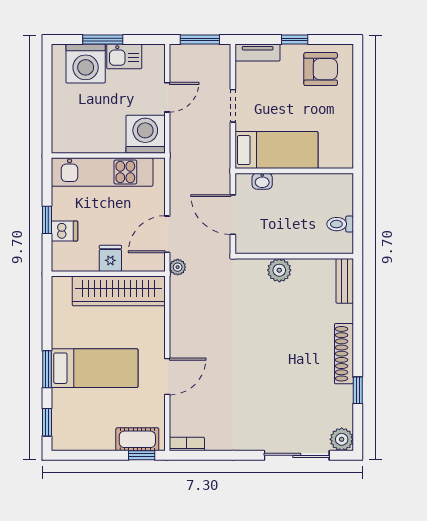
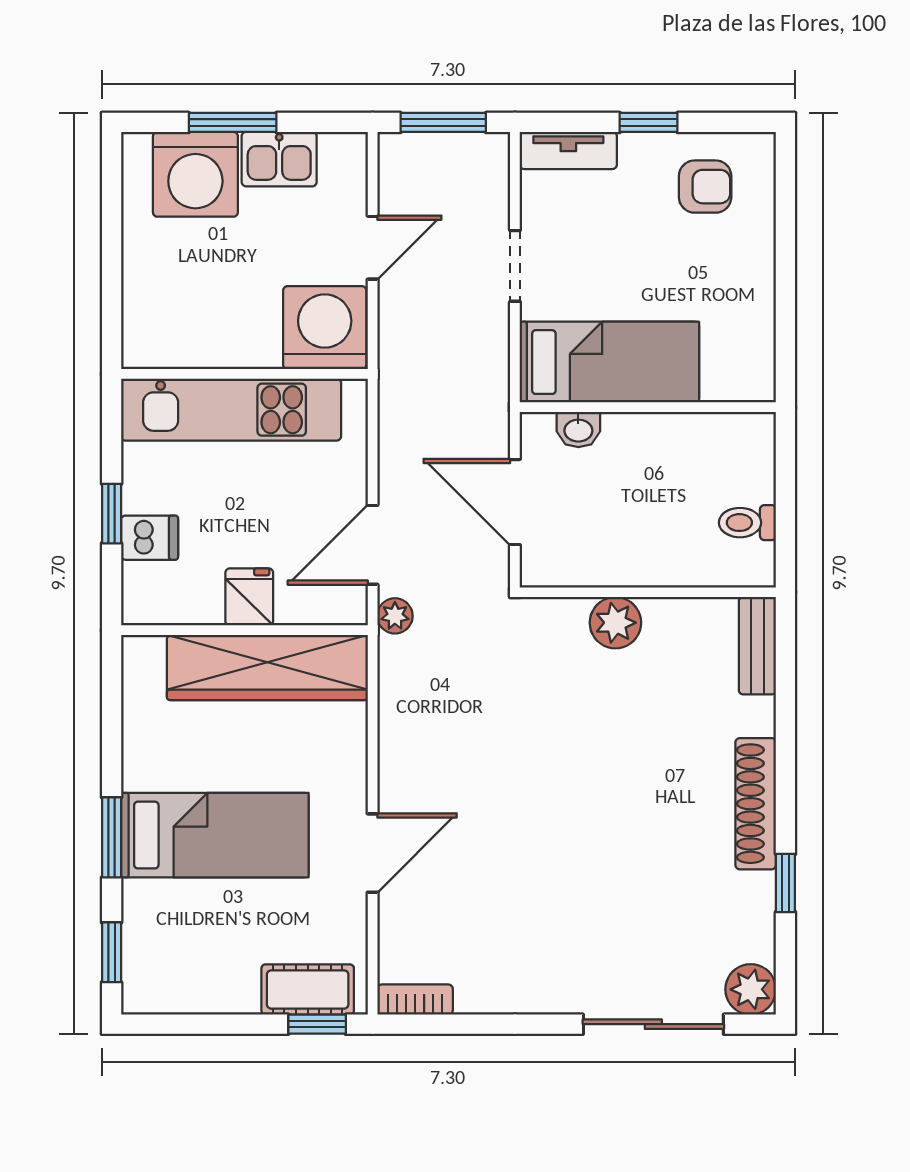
armchair: (321, 69) -> (705, 187), width x0.72, depth x0.72

